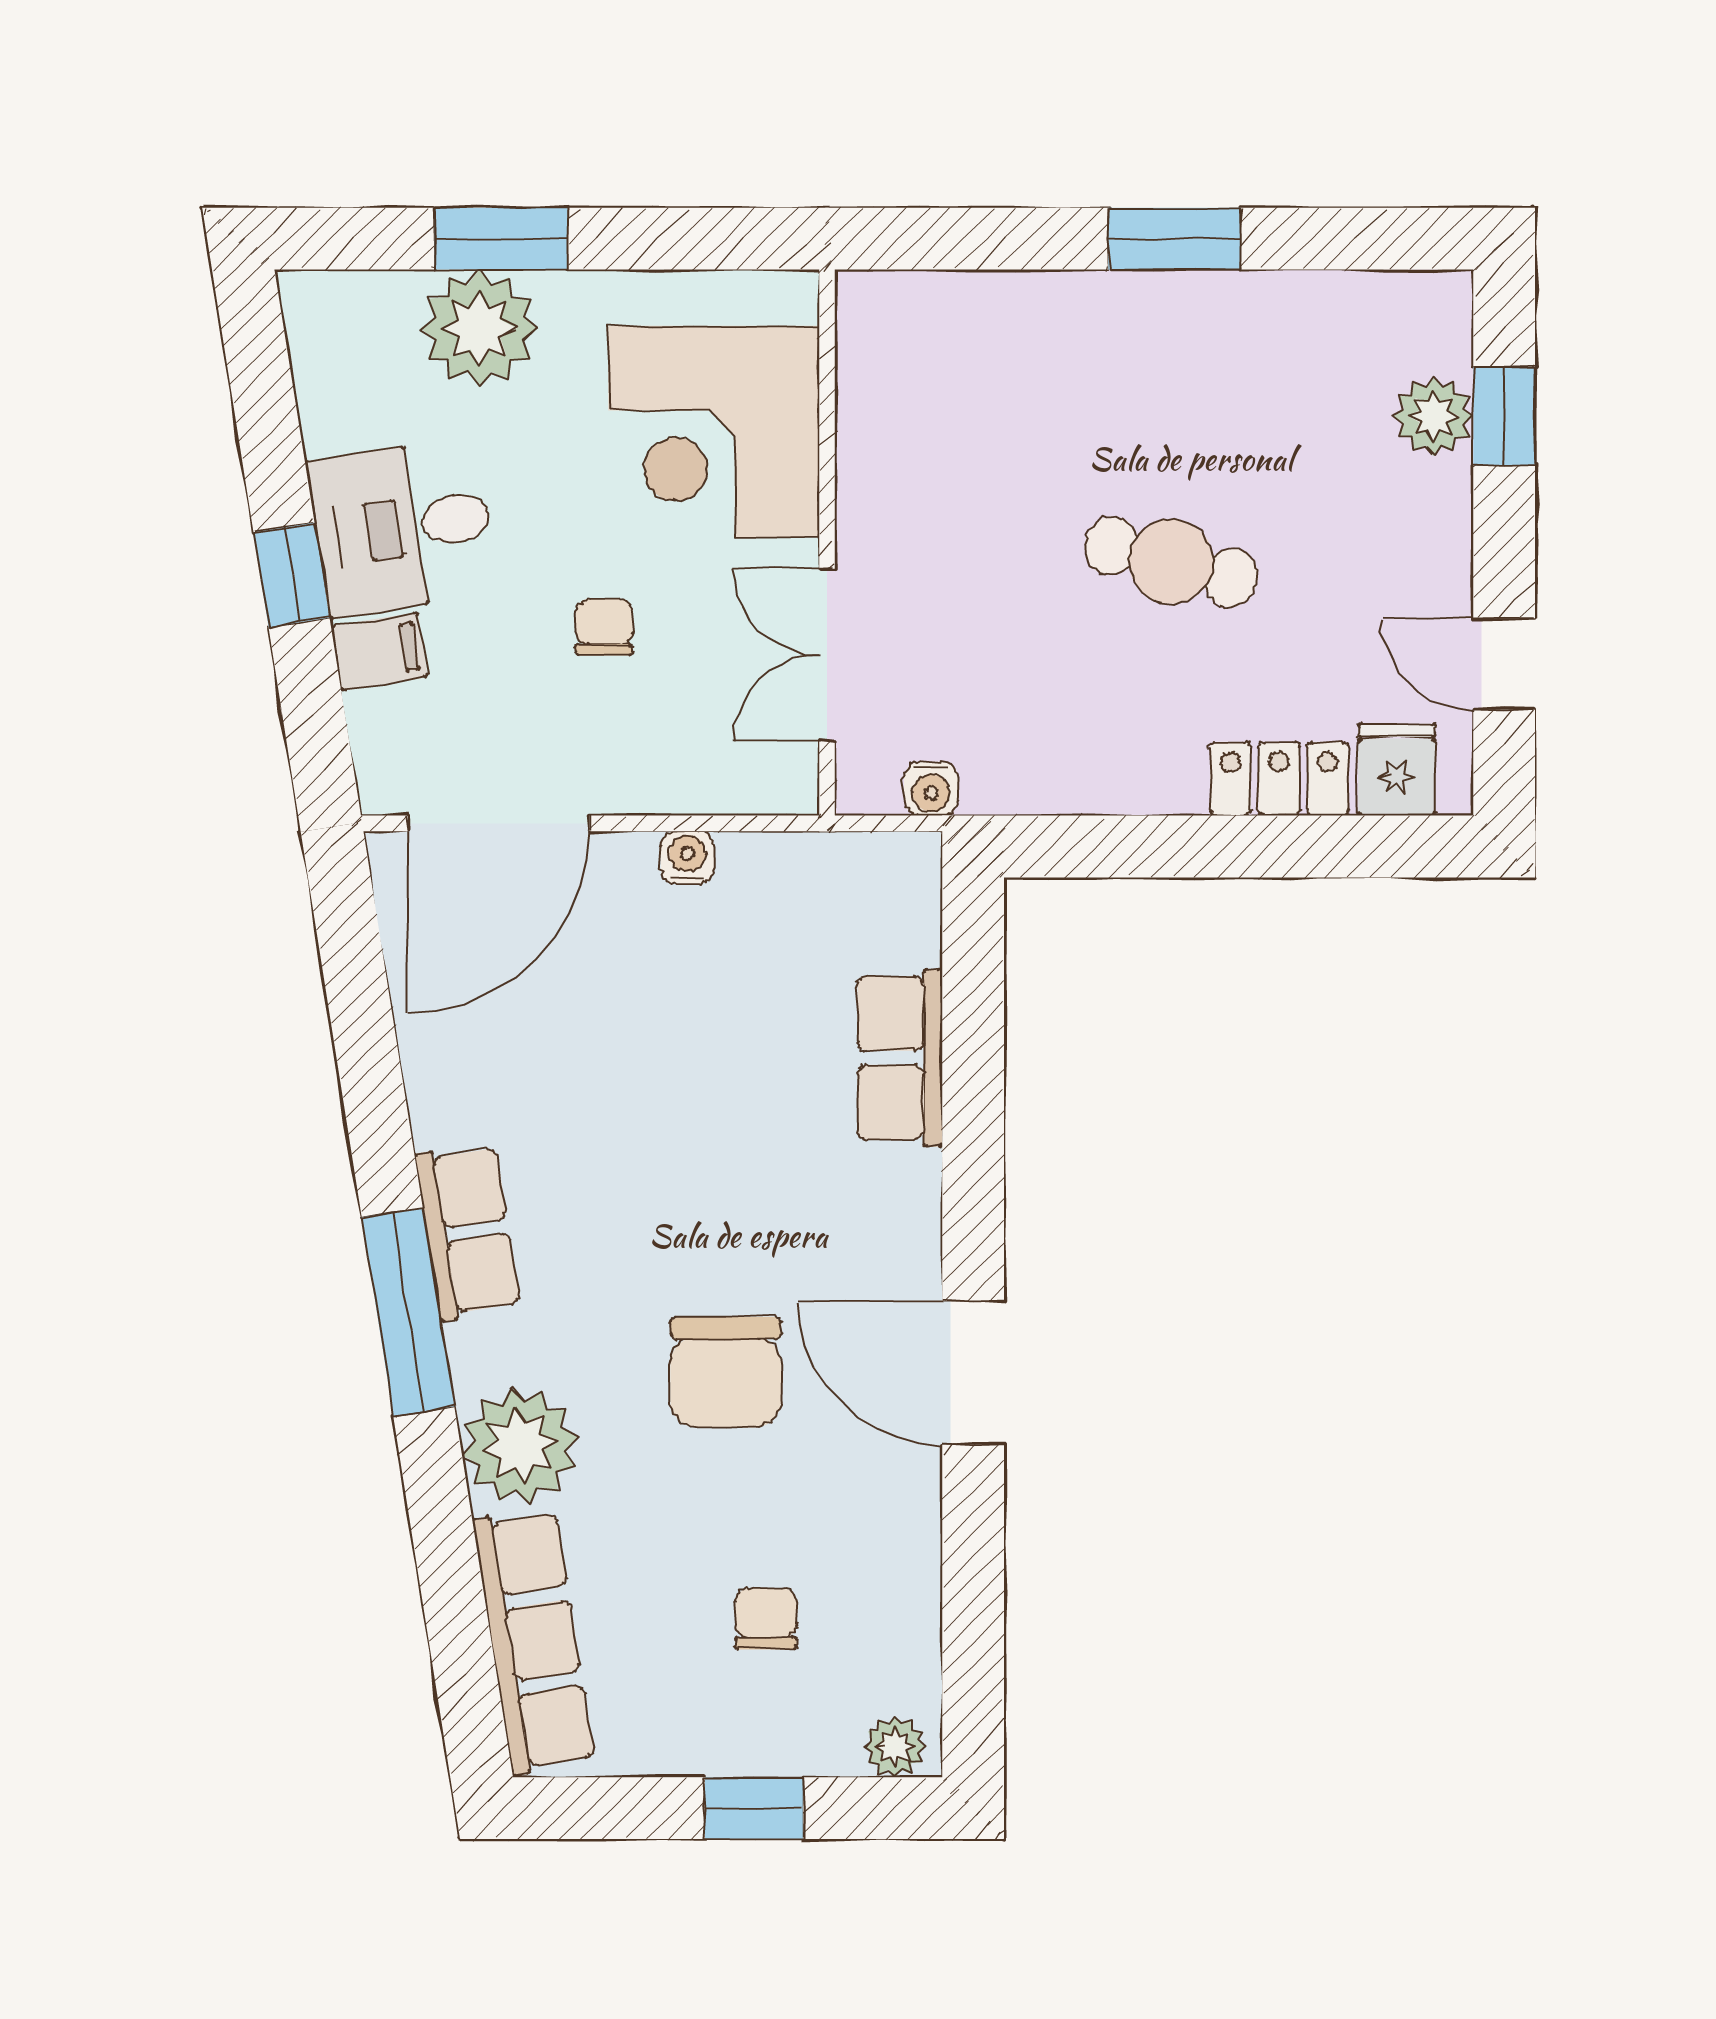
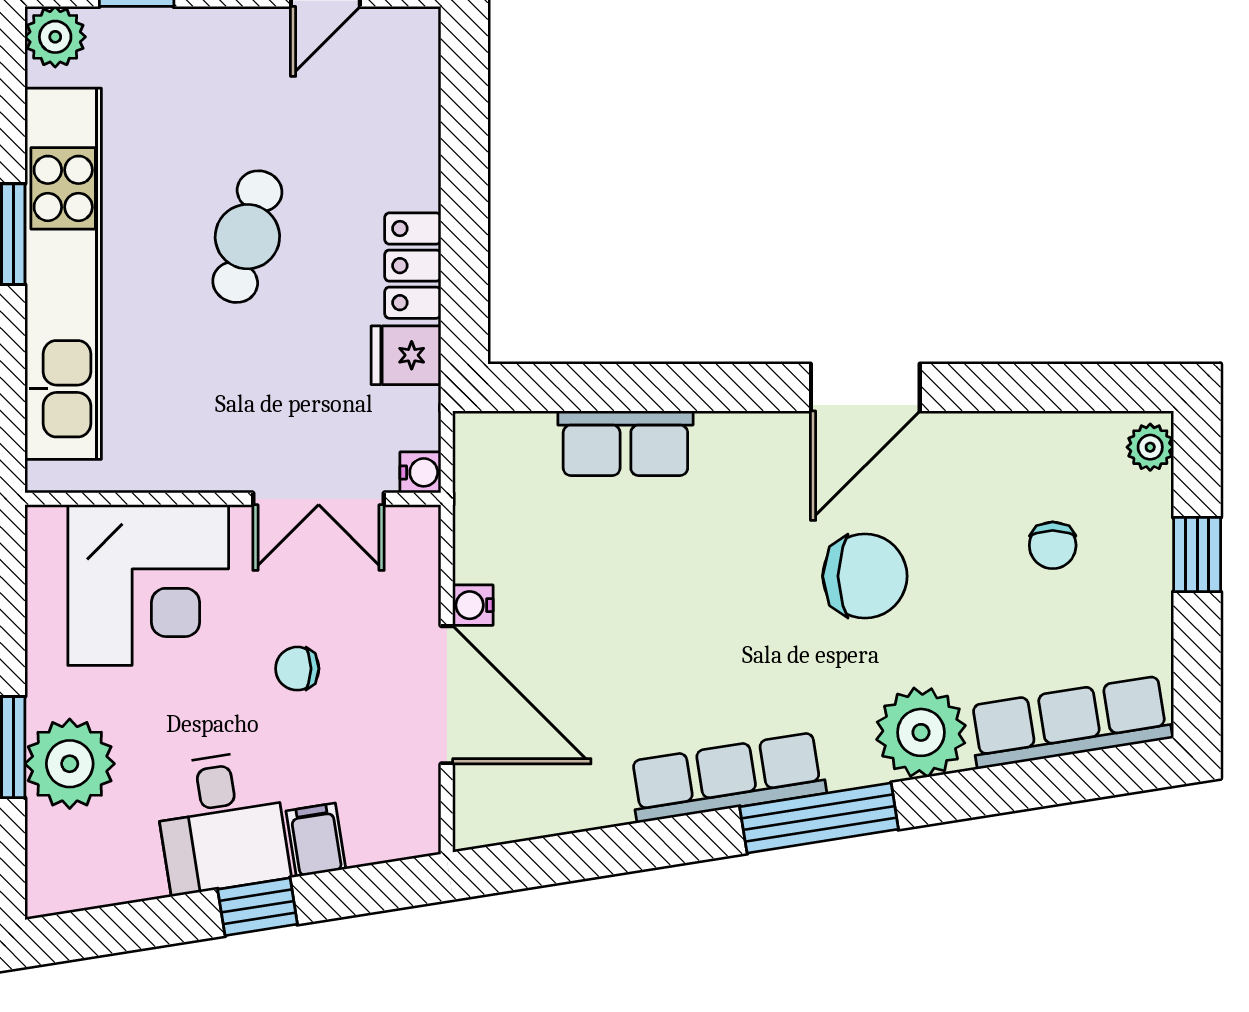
kitchen unit: (1122, 320) -> (63, 274), added
plant: (1433, 416) -> (55, 37), moved
fridge: (1397, 770) -> (406, 355), moved
locker: (1279, 779) -> (413, 266), moved
water cooler: (931, 789) -> (420, 472), moved
door: (499, 823) -> (447, 695), moved
row of seats: (468, 1232) -> (727, 777), width x1.48
chair: (766, 1619) -> (1053, 545), turned -90

